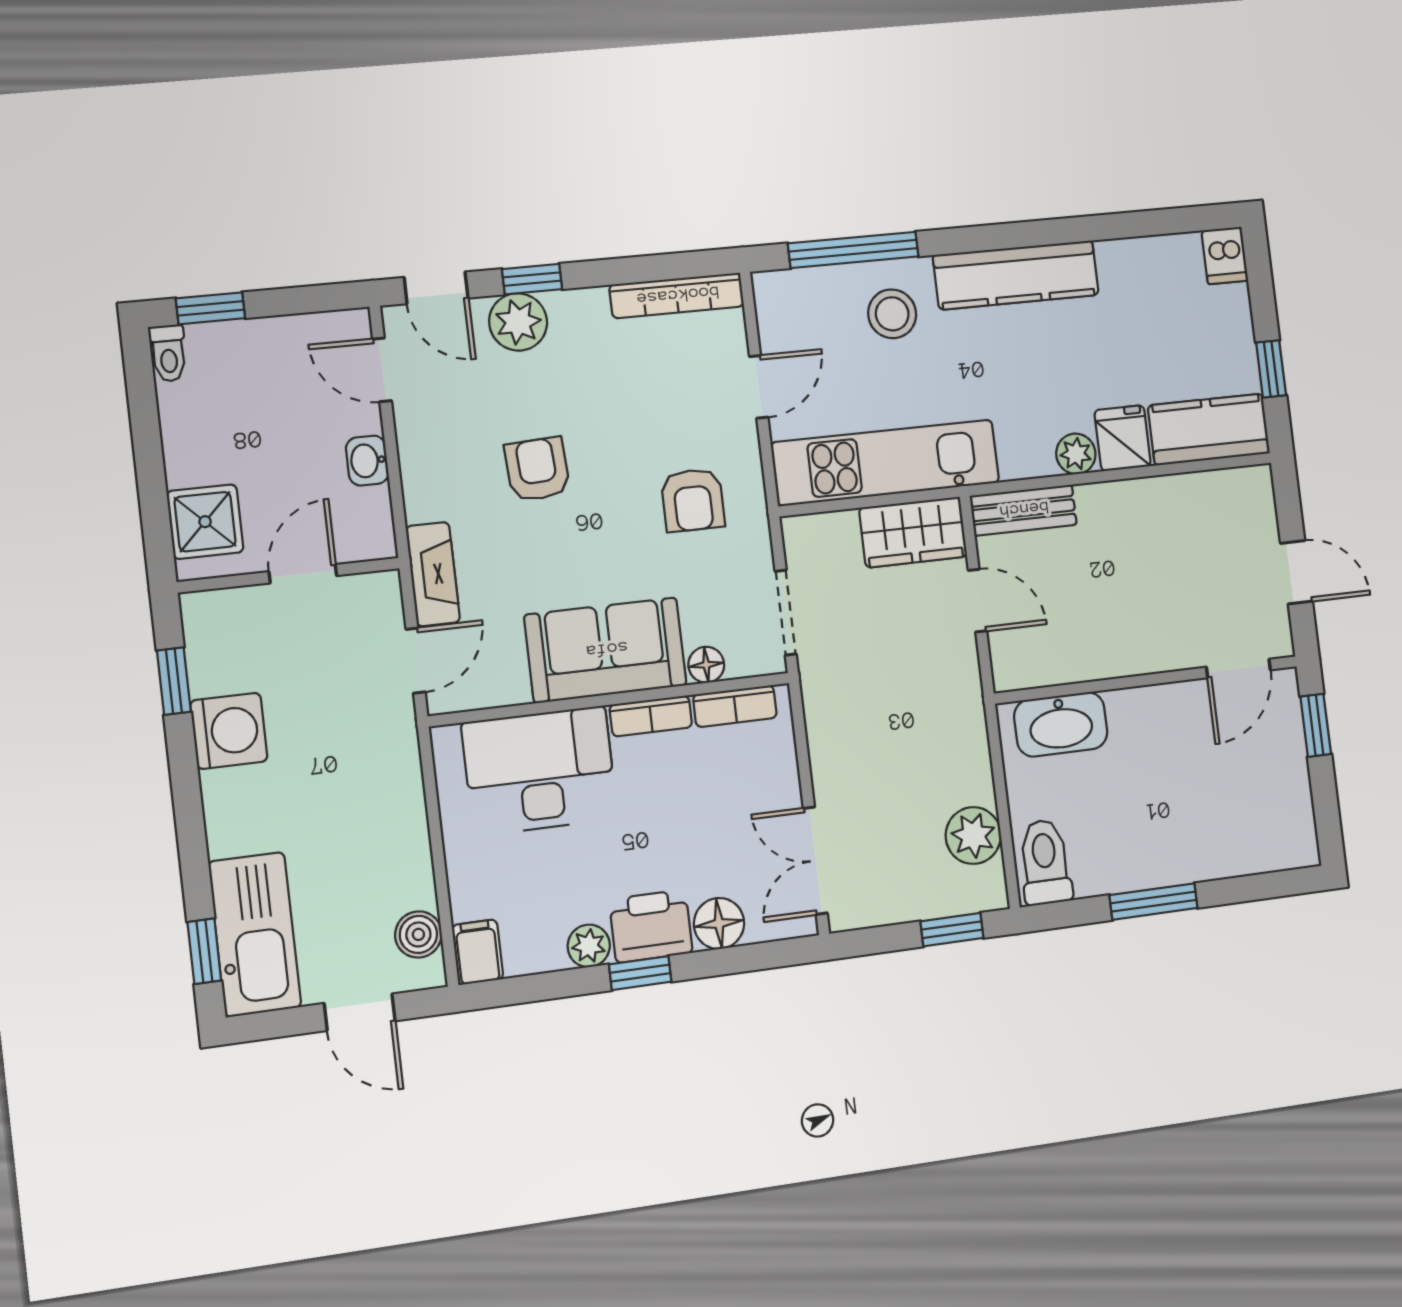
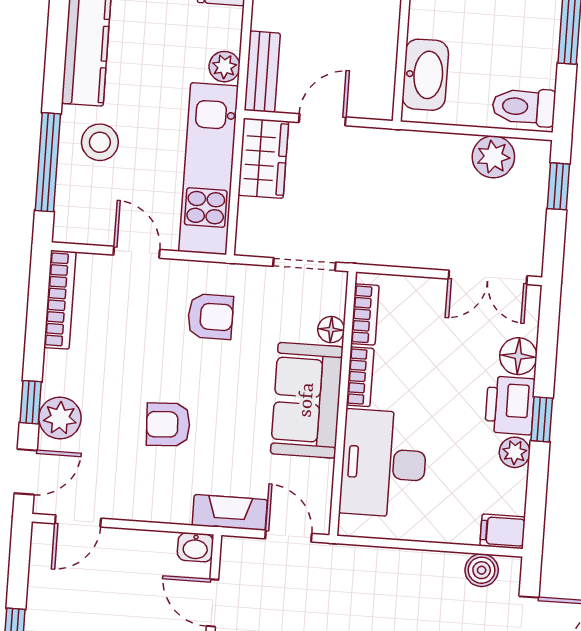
plant: (1076, 454) -> (224, 67), moved
washbasin: (367, 461) -> (195, 547), moved

